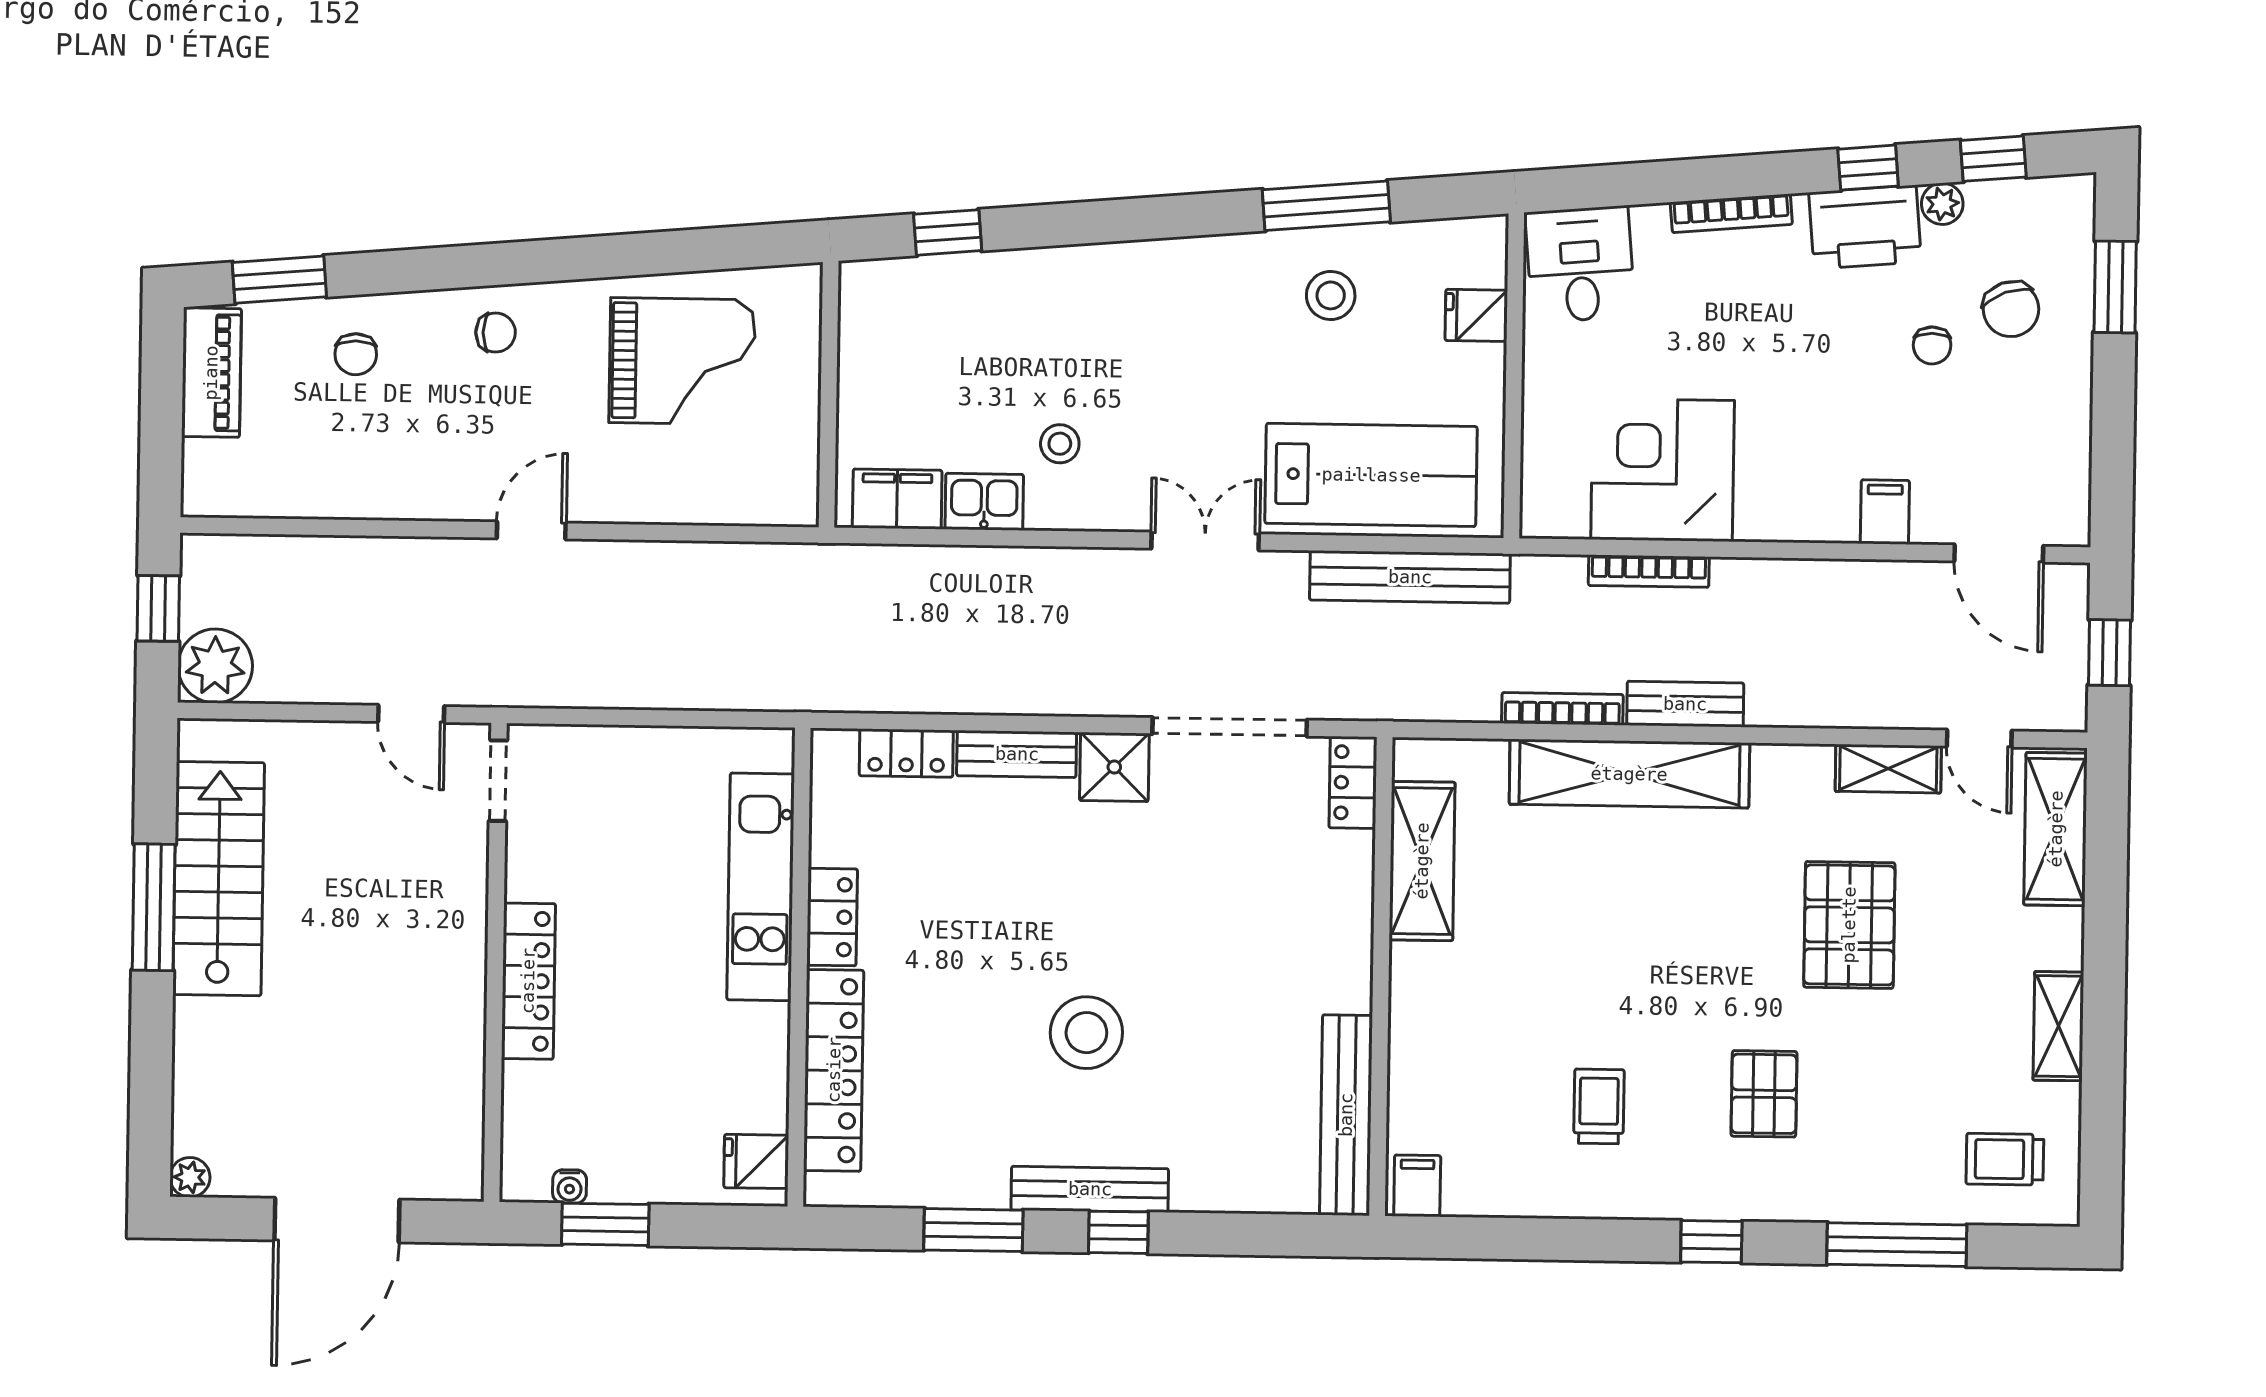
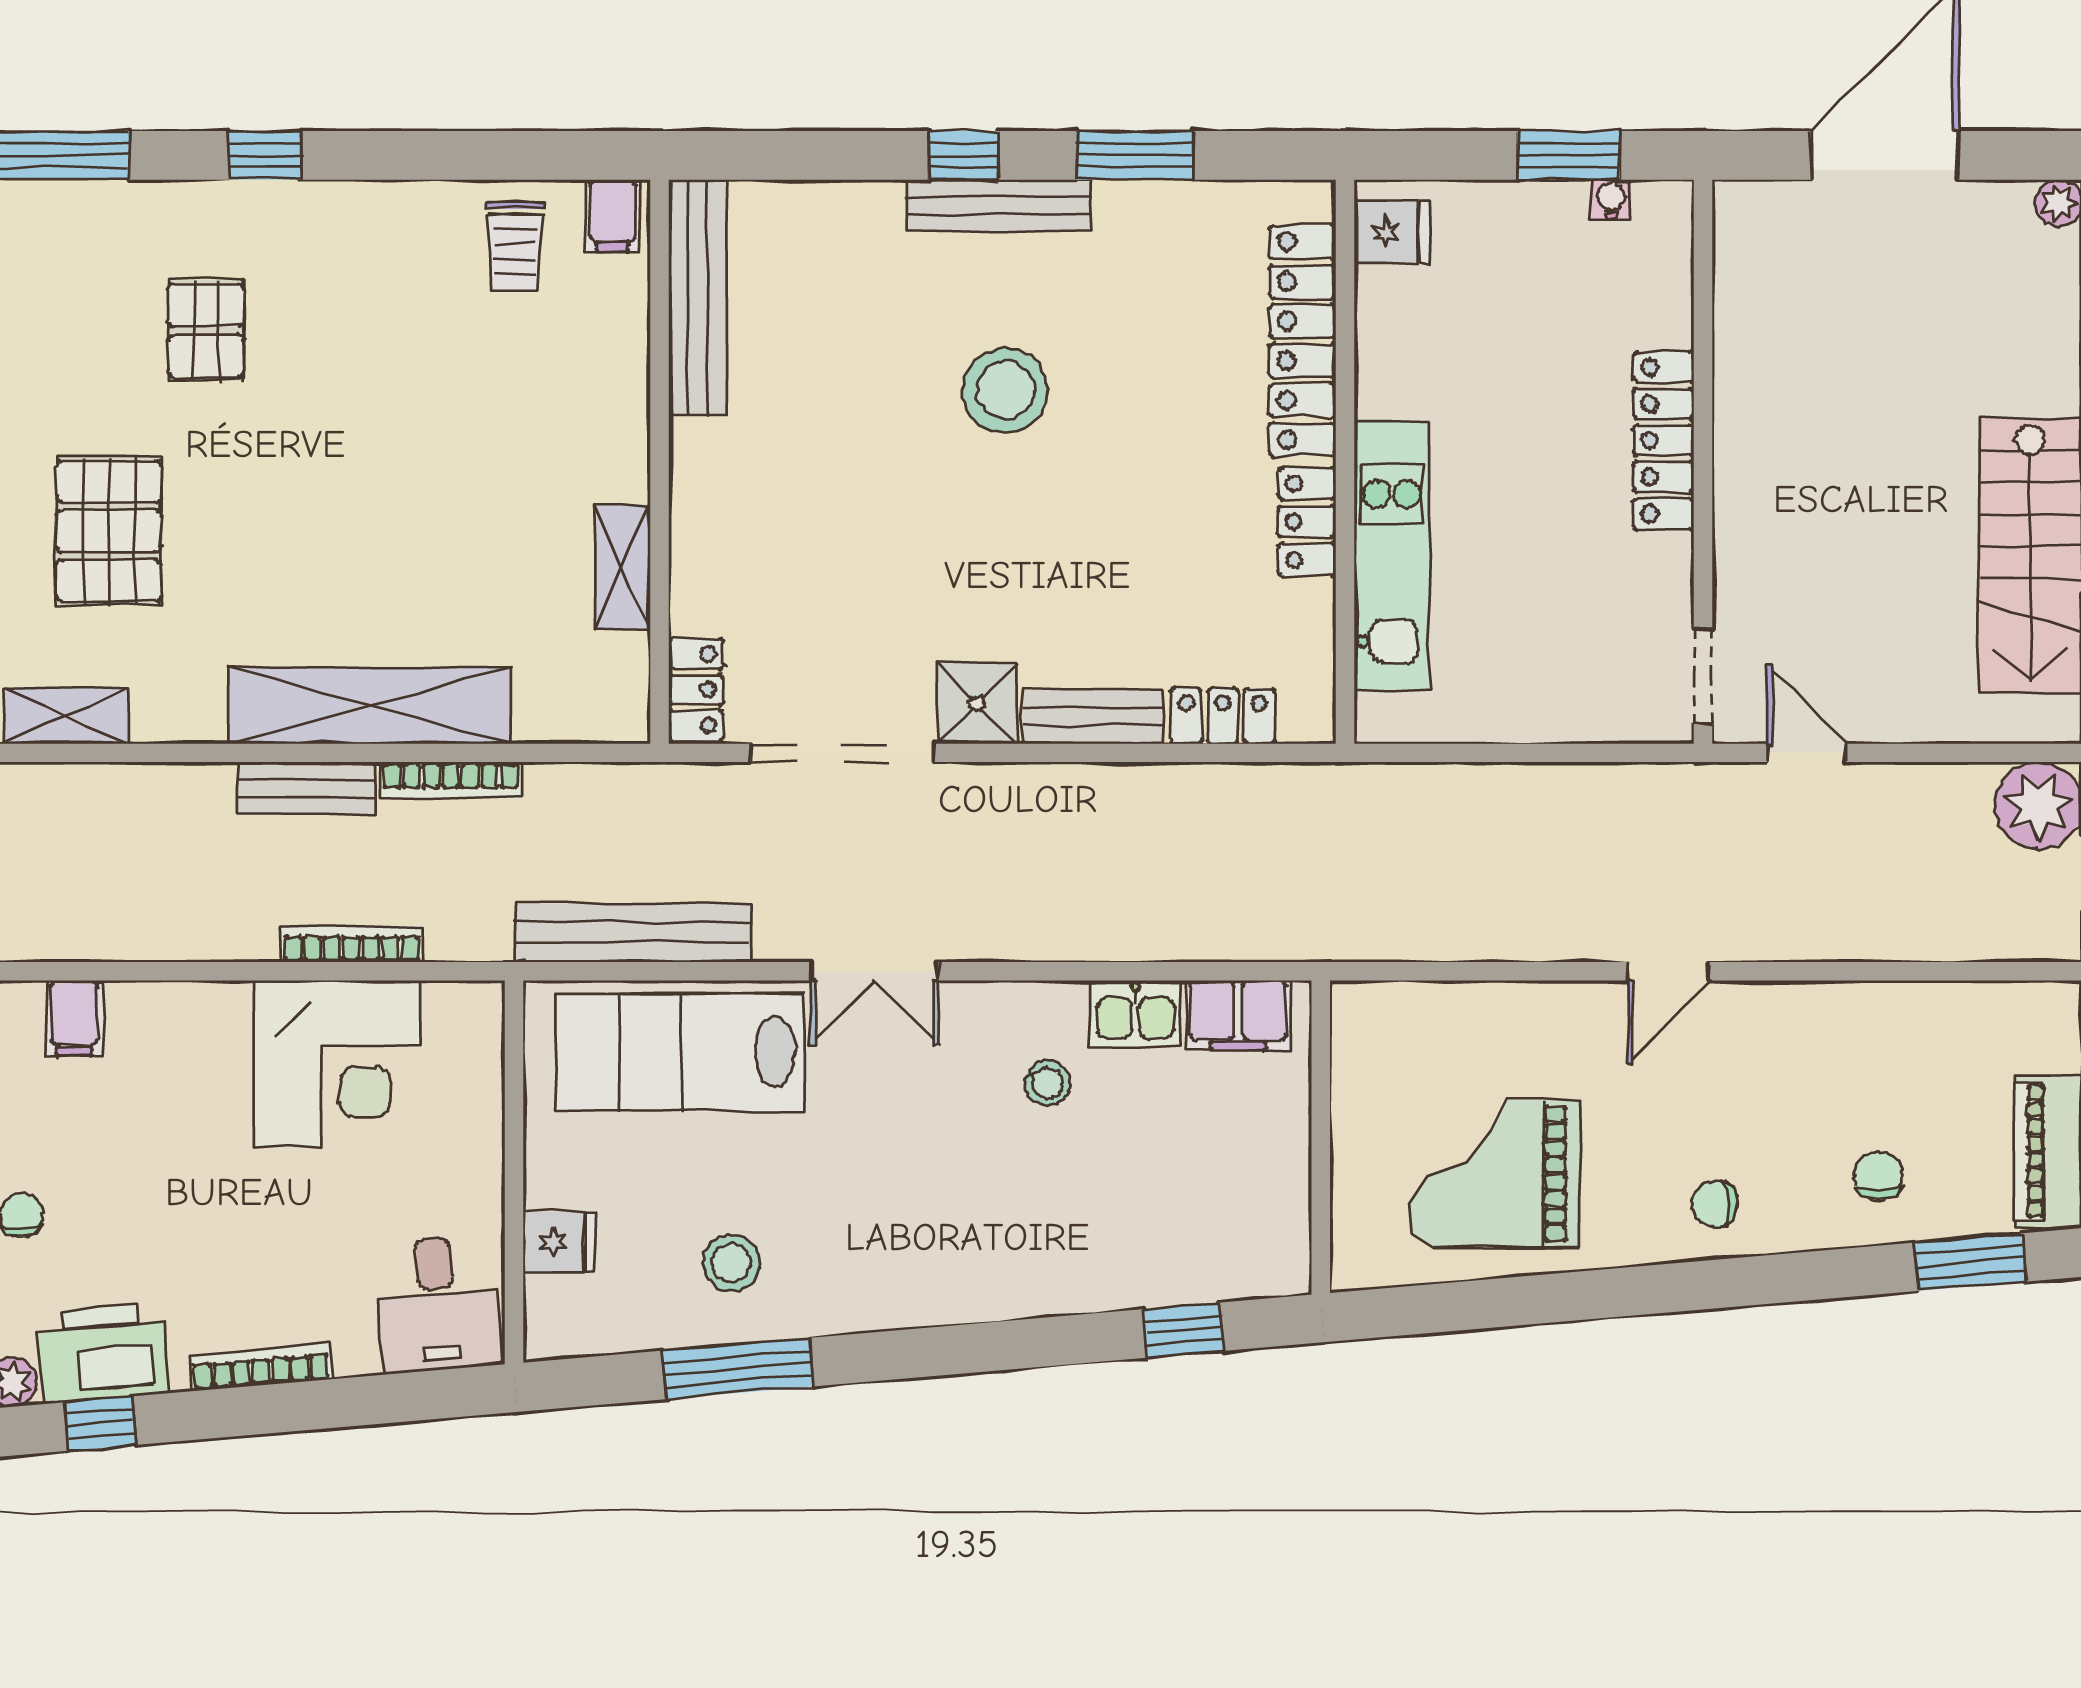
shelving: (1422, 861) -> (622, 567), width x0.67, depth x0.75
trolley: (1599, 1106) -> (515, 246), moved

